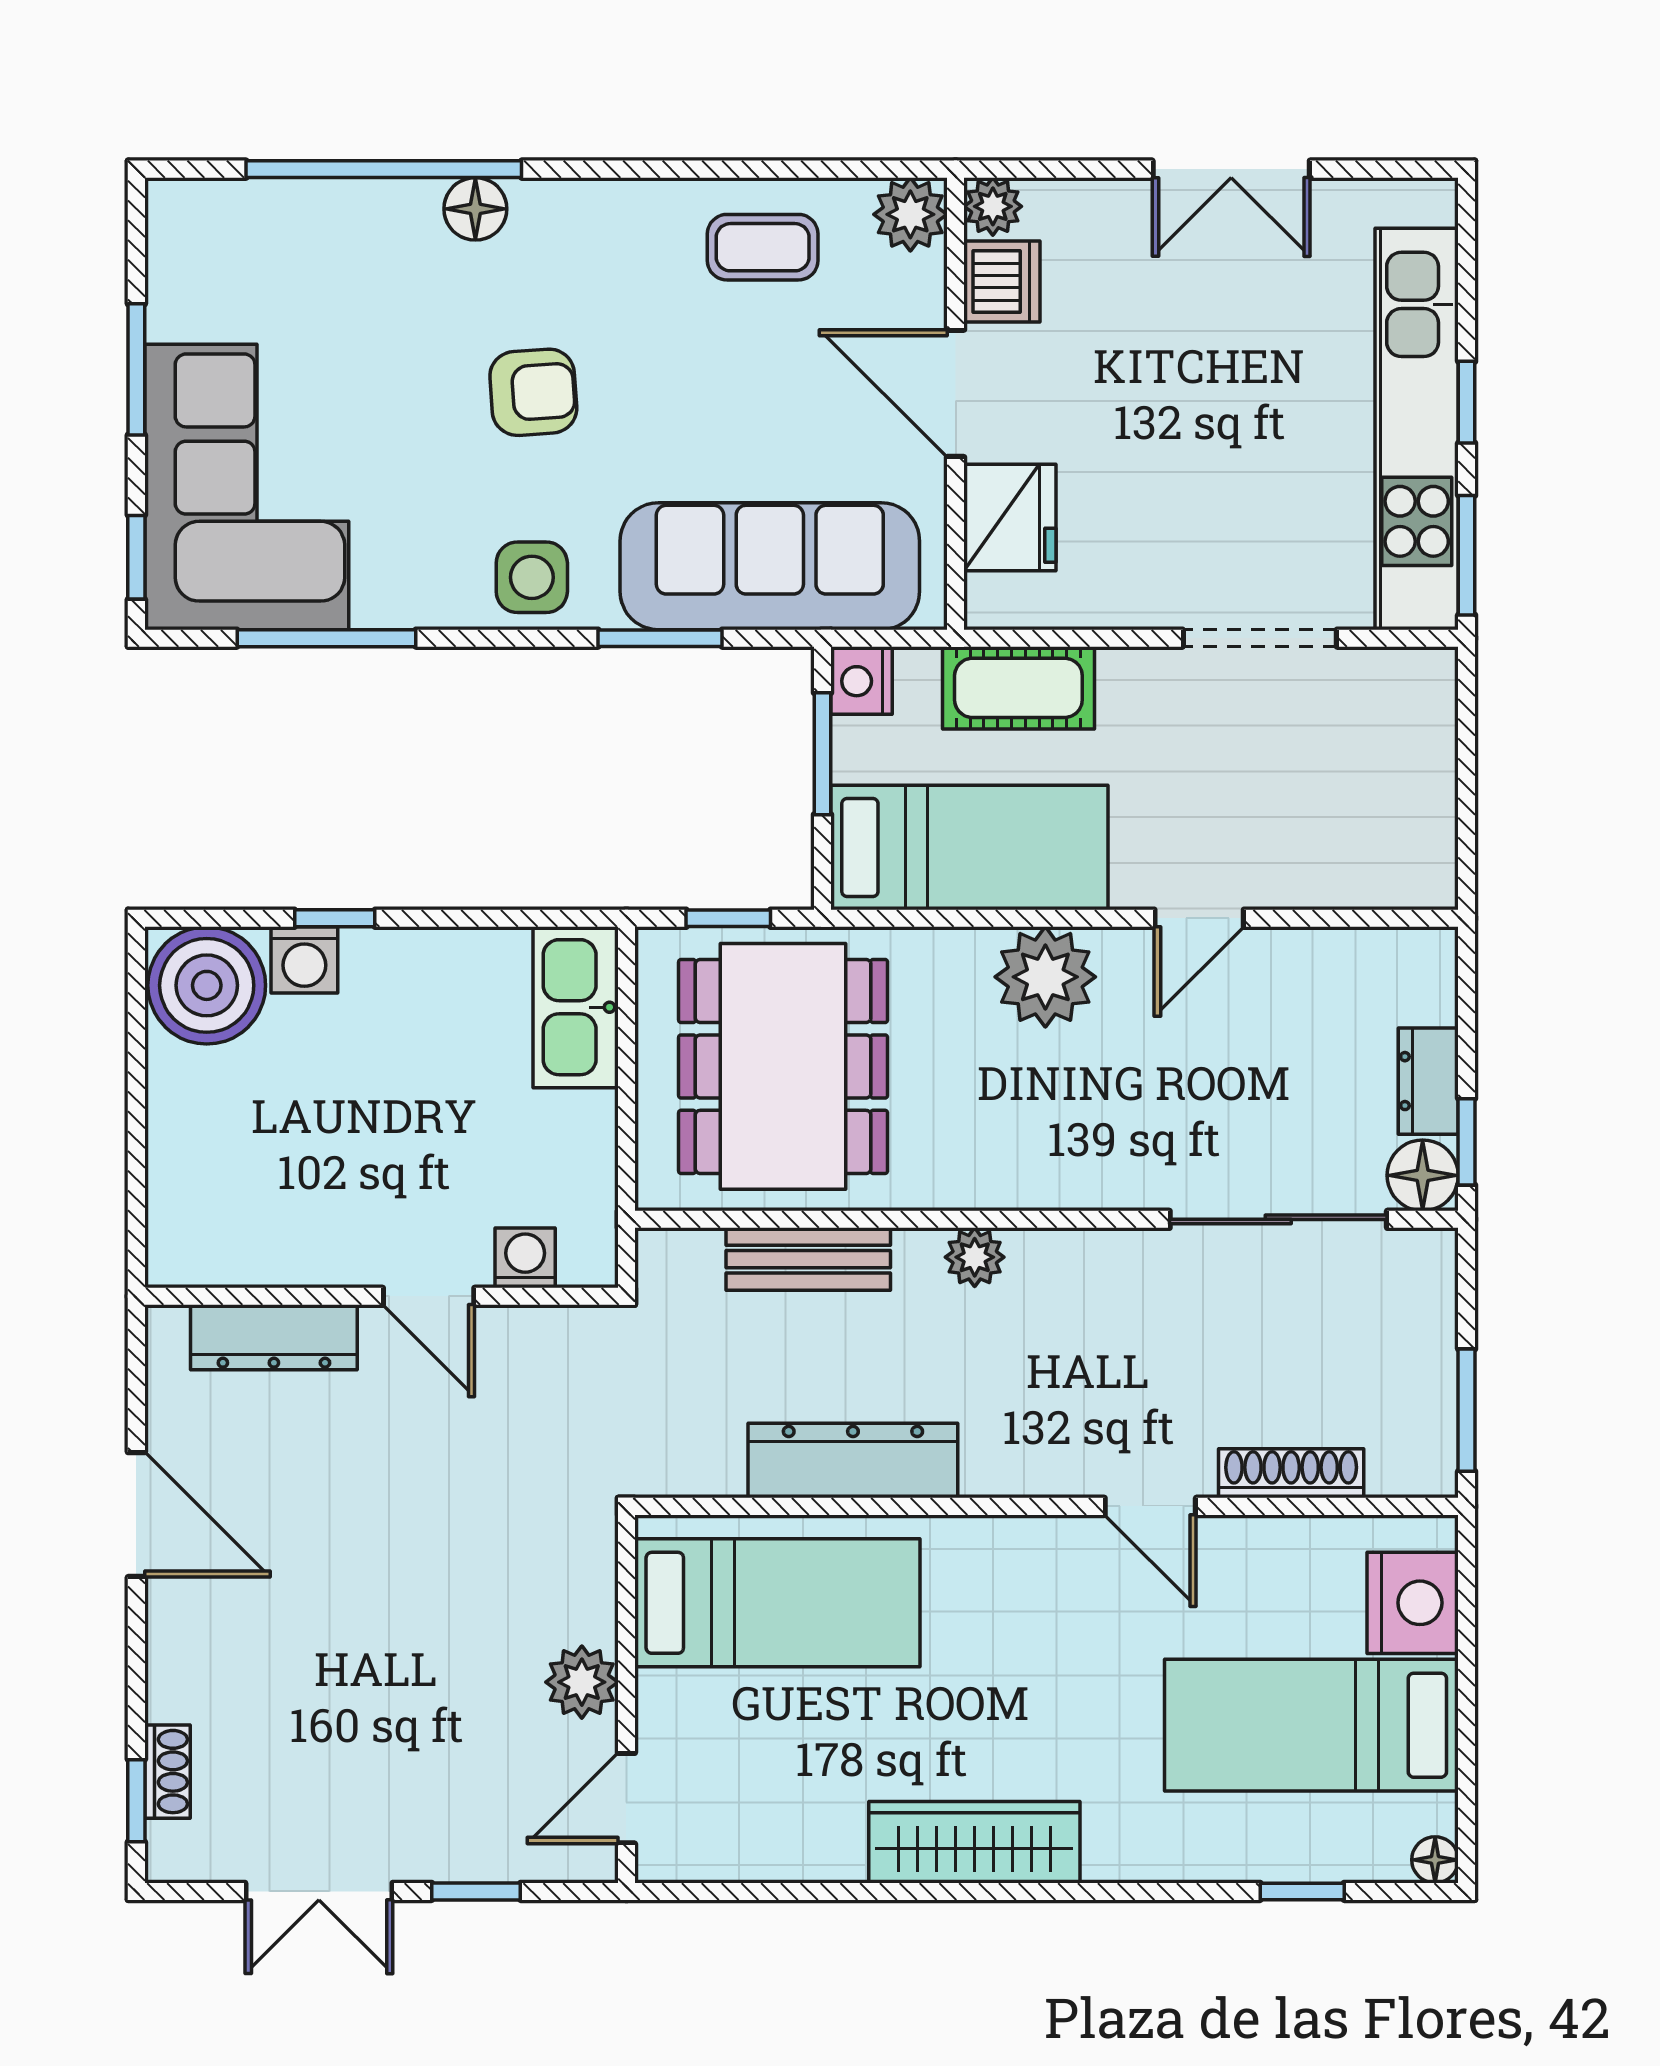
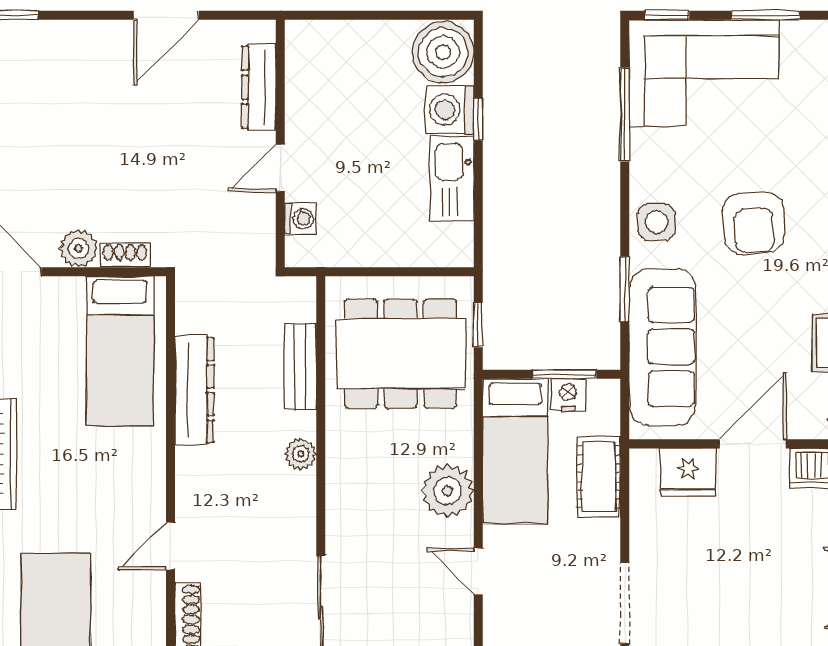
armchair: (533, 392) -> (753, 223), width x1.38, depth x1.38
nightstand: (861, 681) -> (568, 395), moved
washing machine: (304, 960) -> (450, 110), width x1.38, depth x1.38
kitchen sink: (576, 1007) -> (452, 179), moved, turned -90
shoe rack: (167, 1772) -> (125, 255), moved, turned 180

